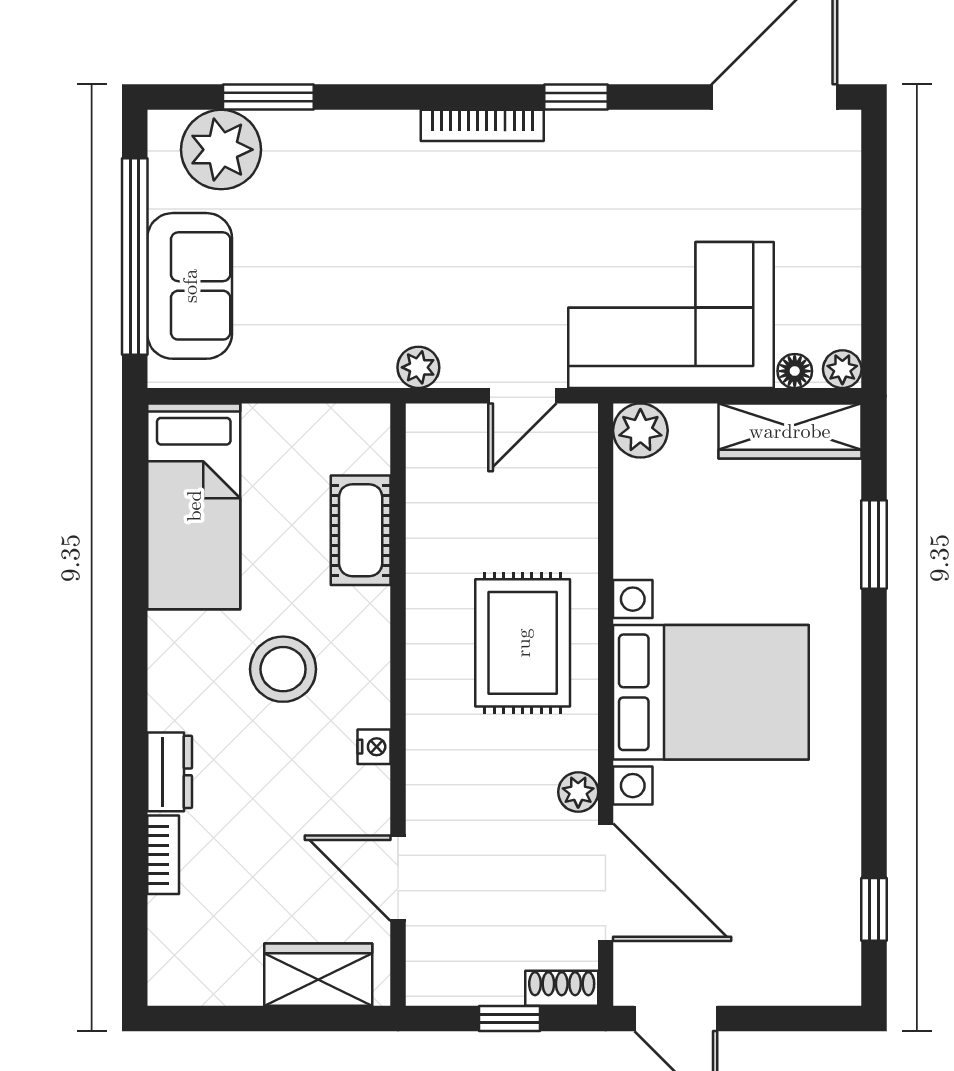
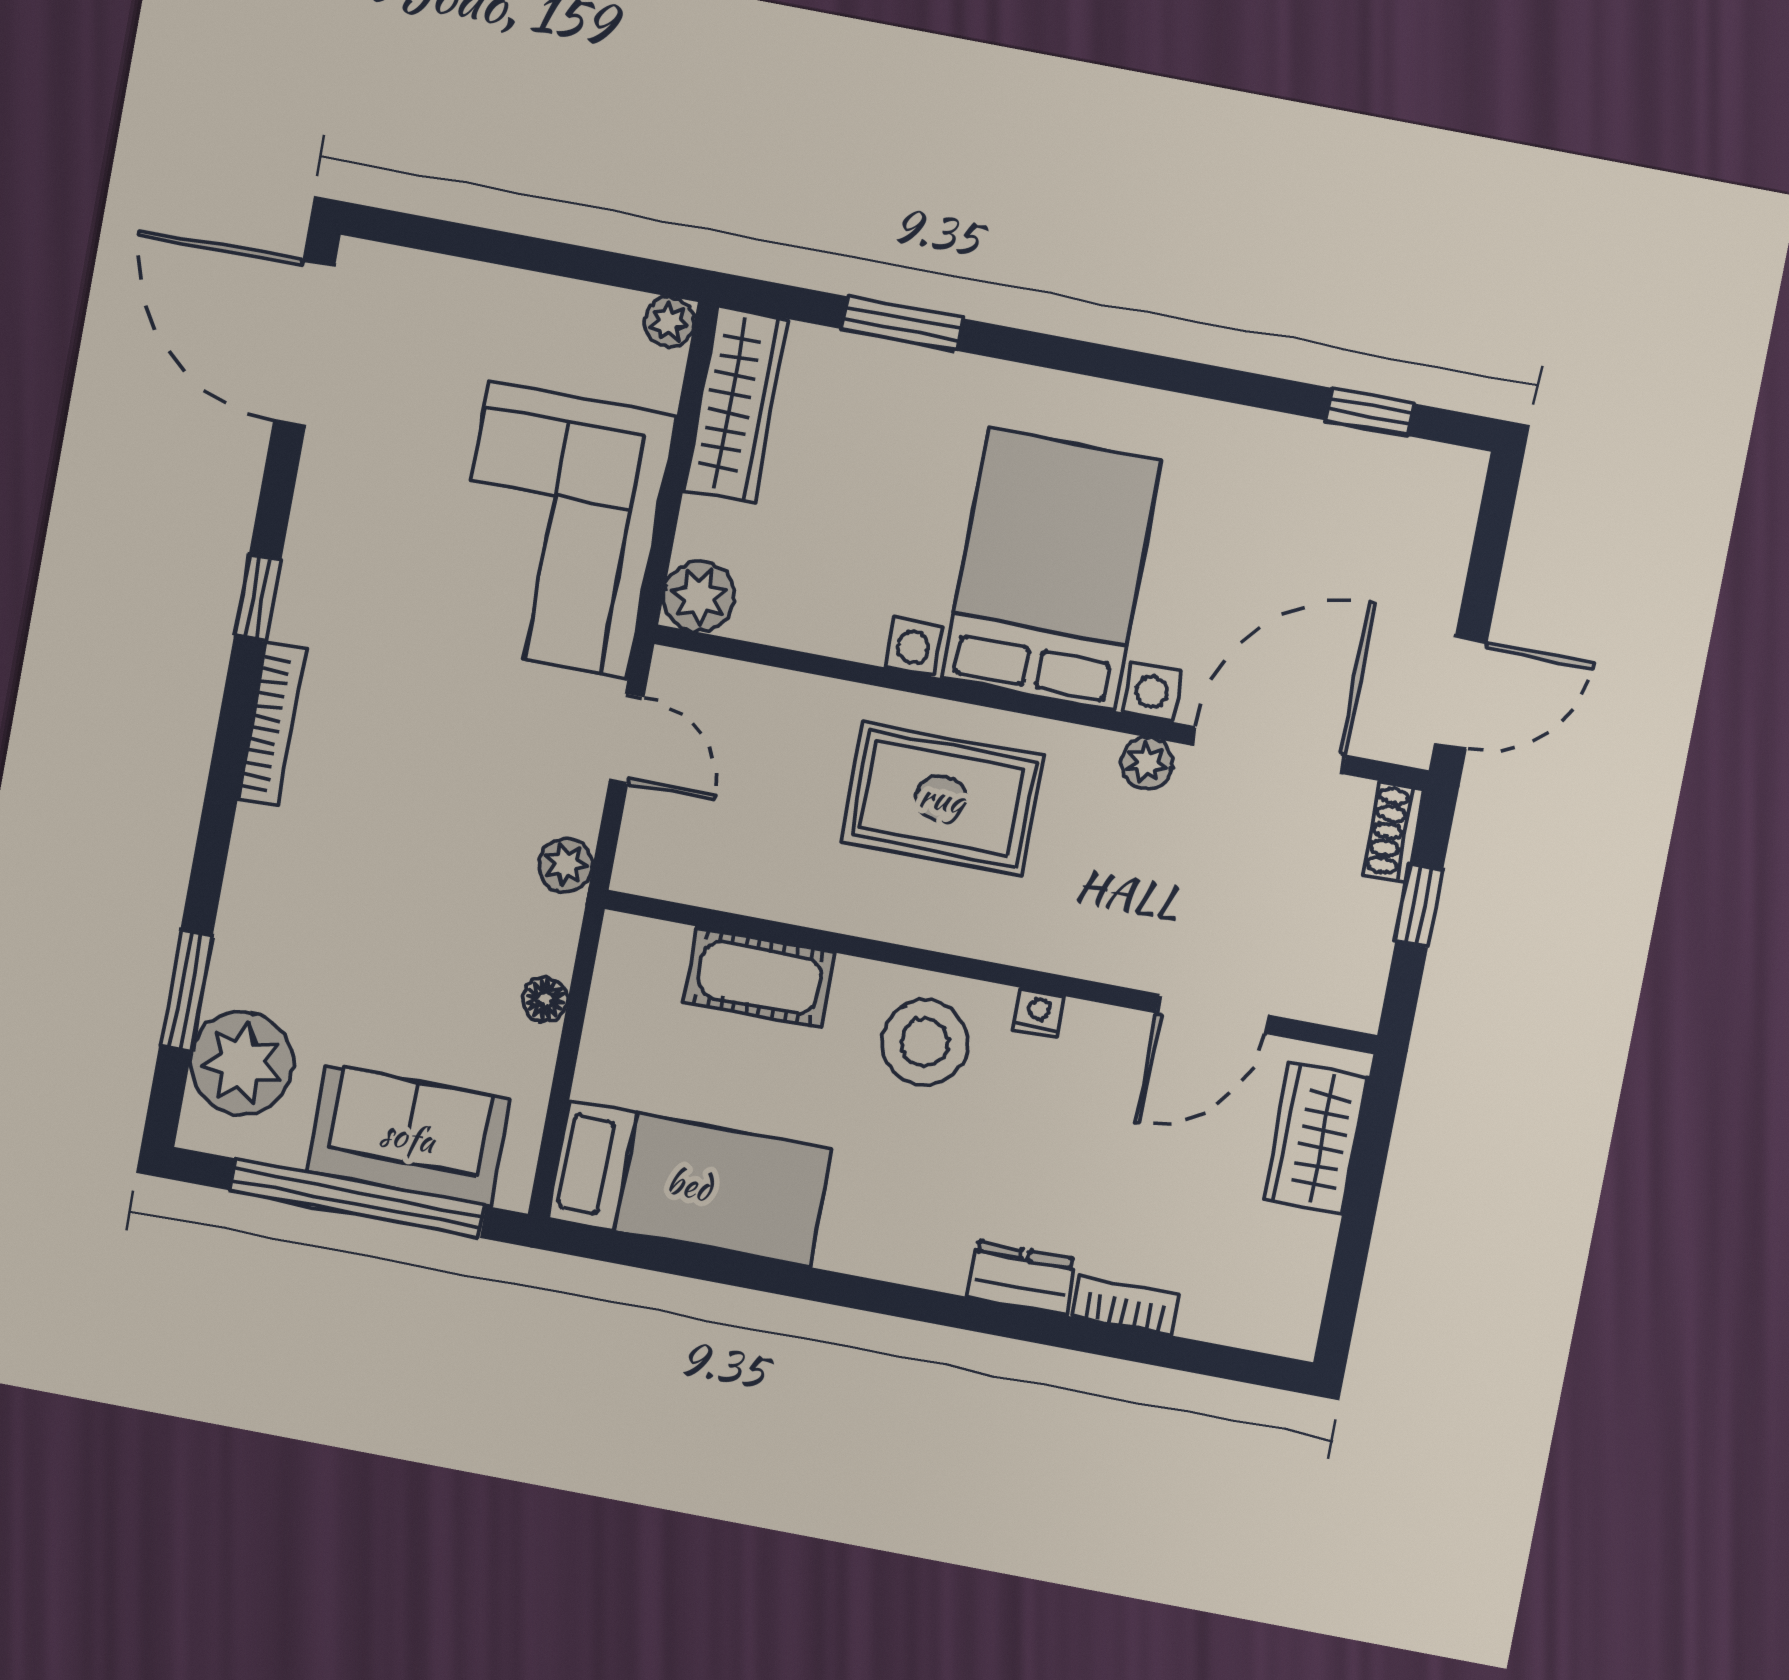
floor lamp: (795, 371) -> (545, 999), moved
stool: (283, 669) -> (925, 1043), moved

